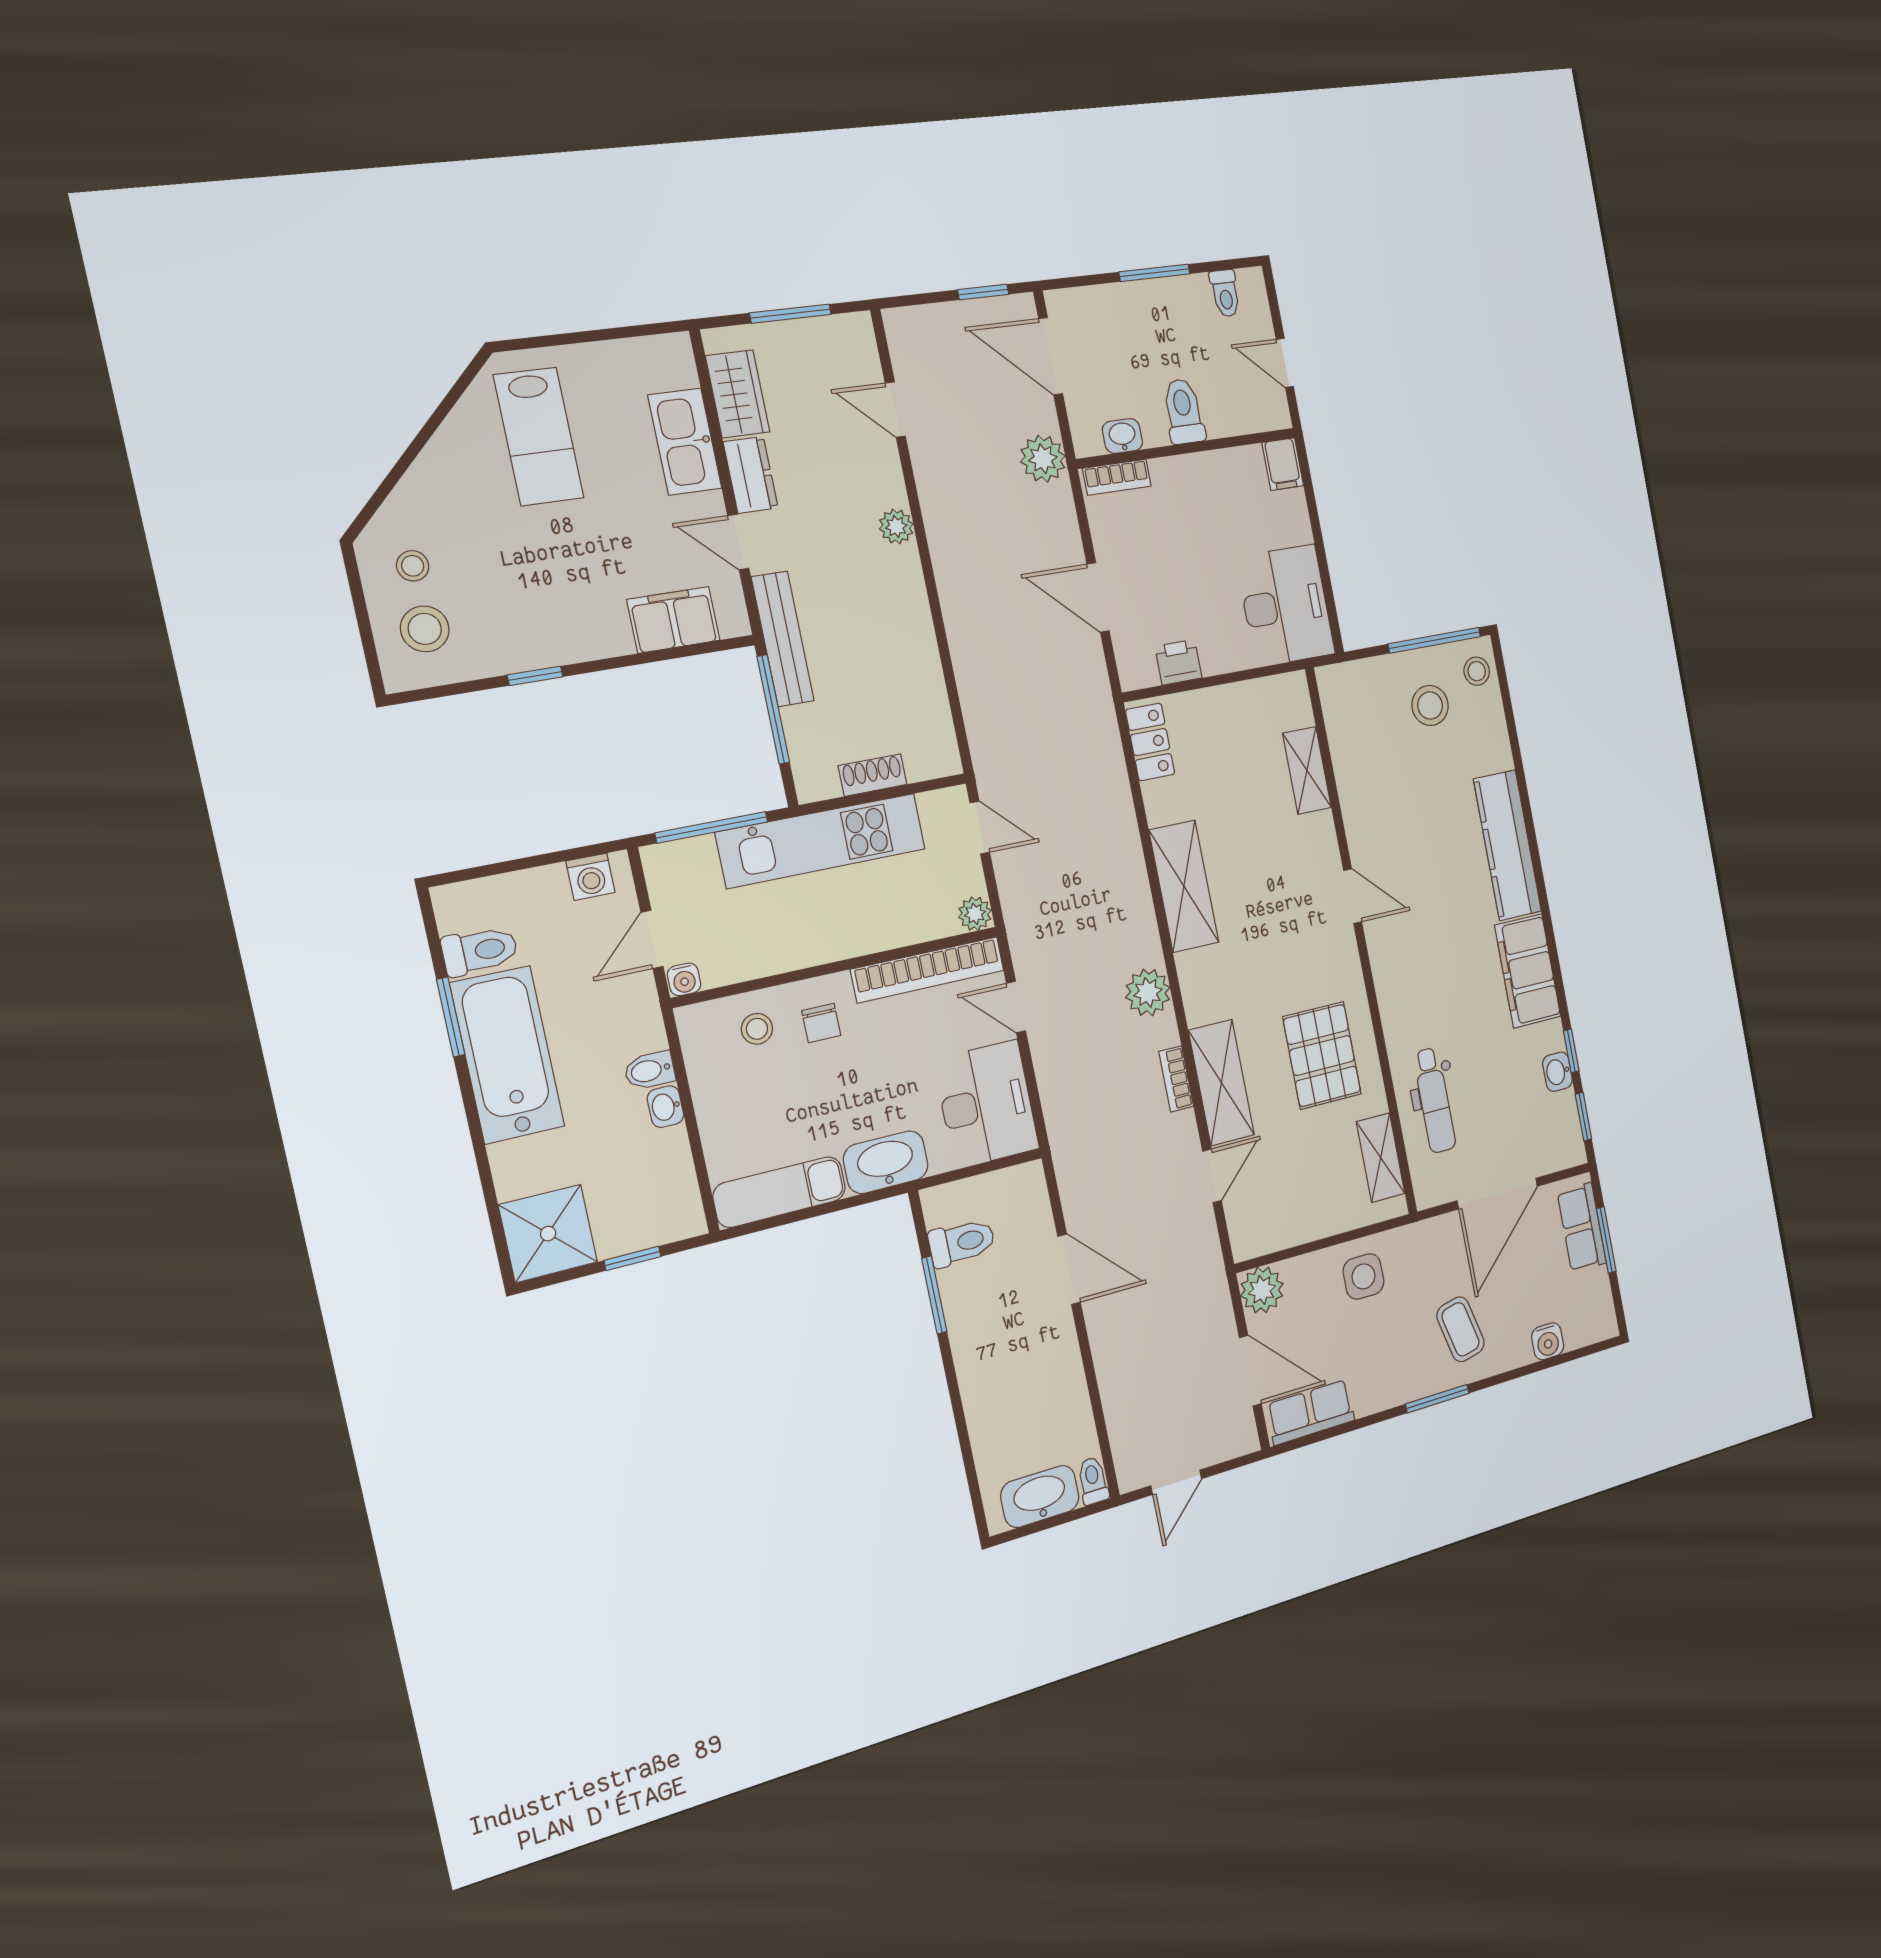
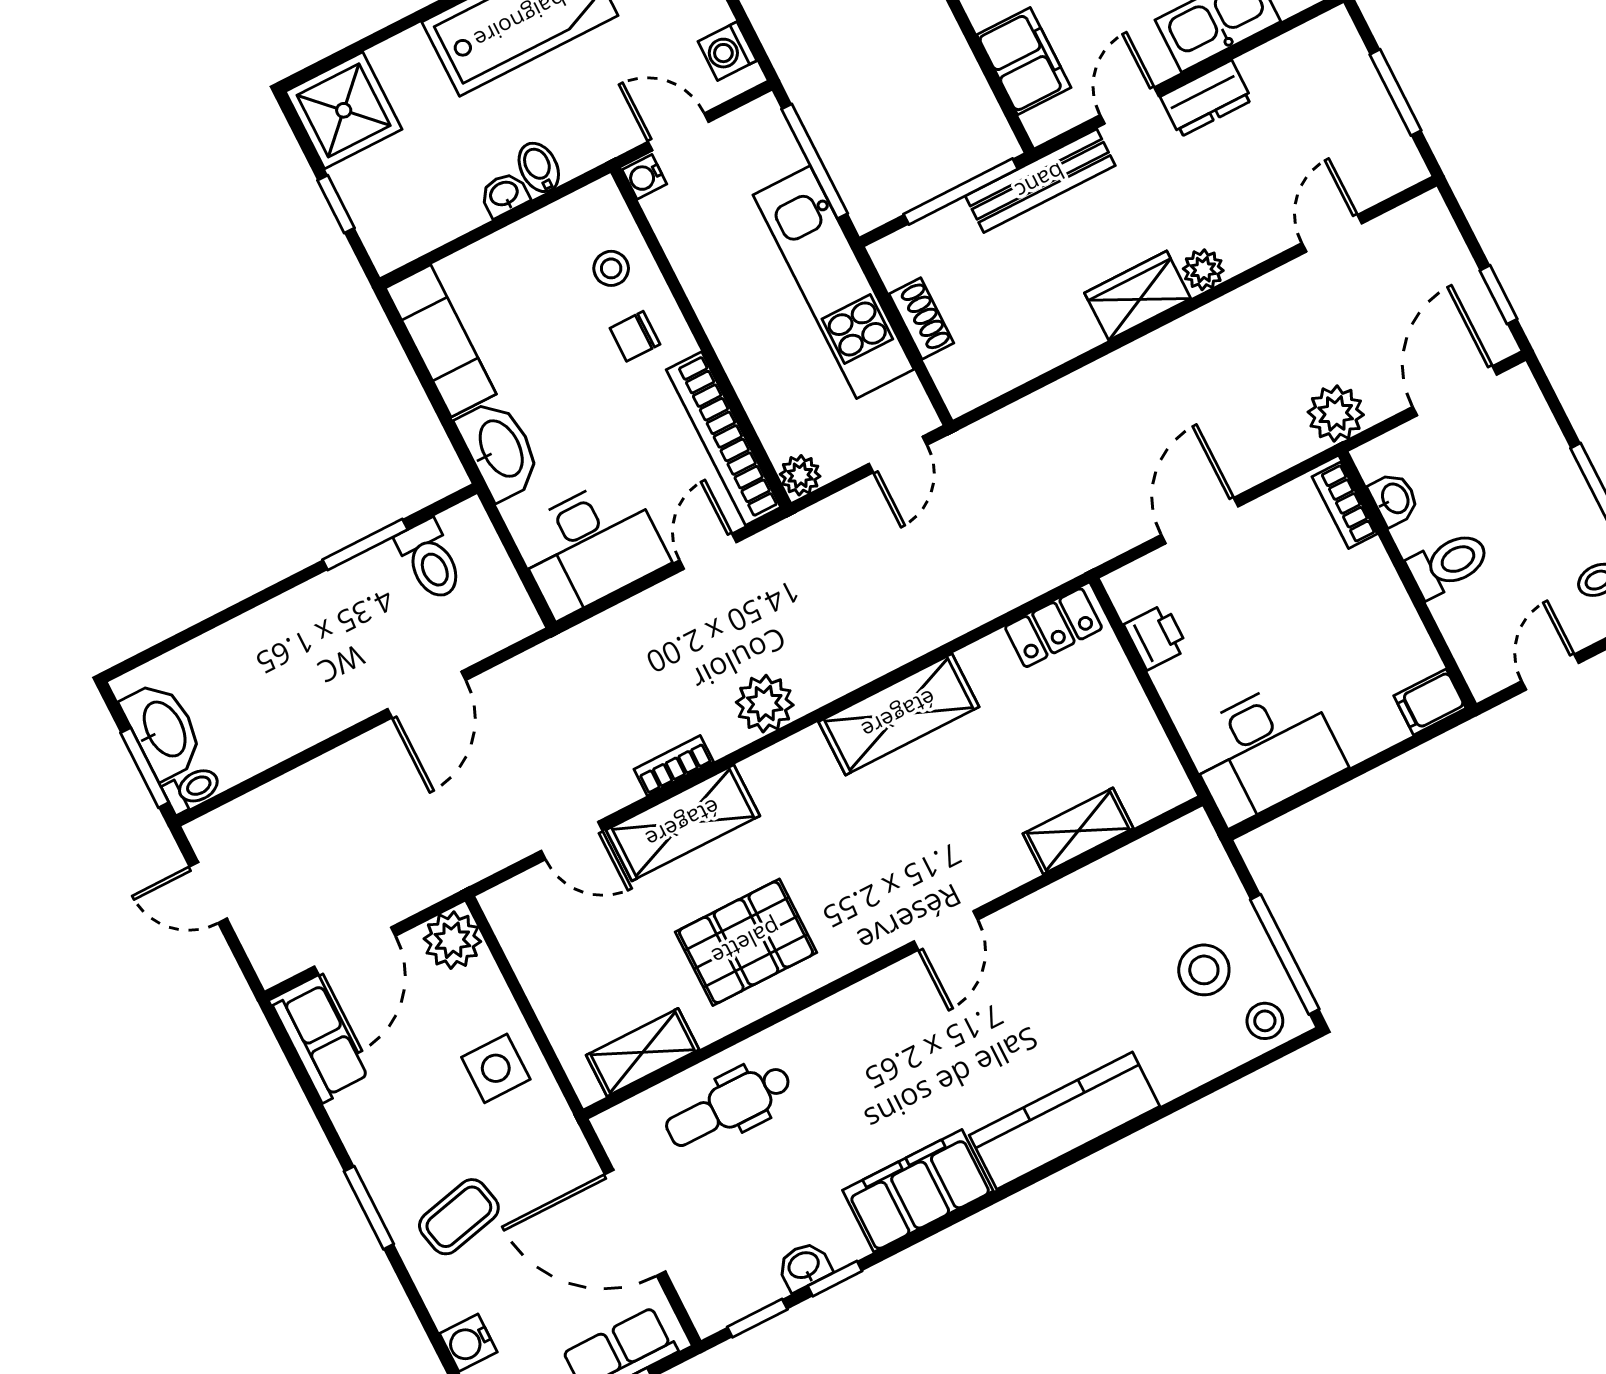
wardrobe: (738, 394) -> (1138, 296), moved, turned 180
window: (1066, 1518) -> (145, 768), added

